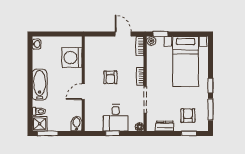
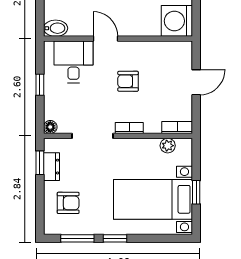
door: (123, 34) -> (196, 82), moved
window: (161, 34) -> (196, 192), moved
plant: (151, 41) -> (168, 146), moved
washing machine: (72, 58) -> (177, 21), moved, turned -90
desk: (116, 118) -> (74, 62), moved, turned 90
window: (189, 133) -> (40, 163), moved

